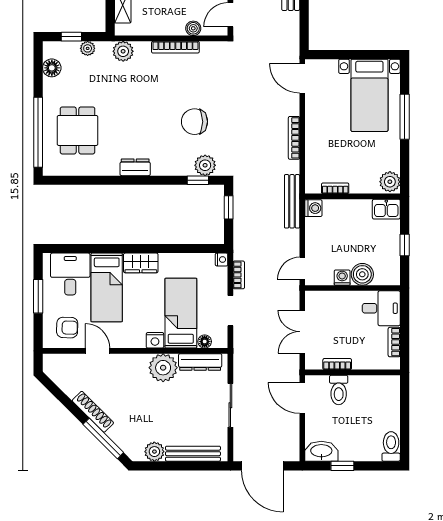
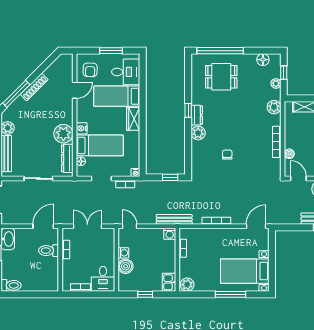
chair: (194, 122) -> (227, 155), width x0.54, depth x0.54
plant: (205, 165) -> (198, 133), moved
window: (198, 180) -> (188, 110), moved

